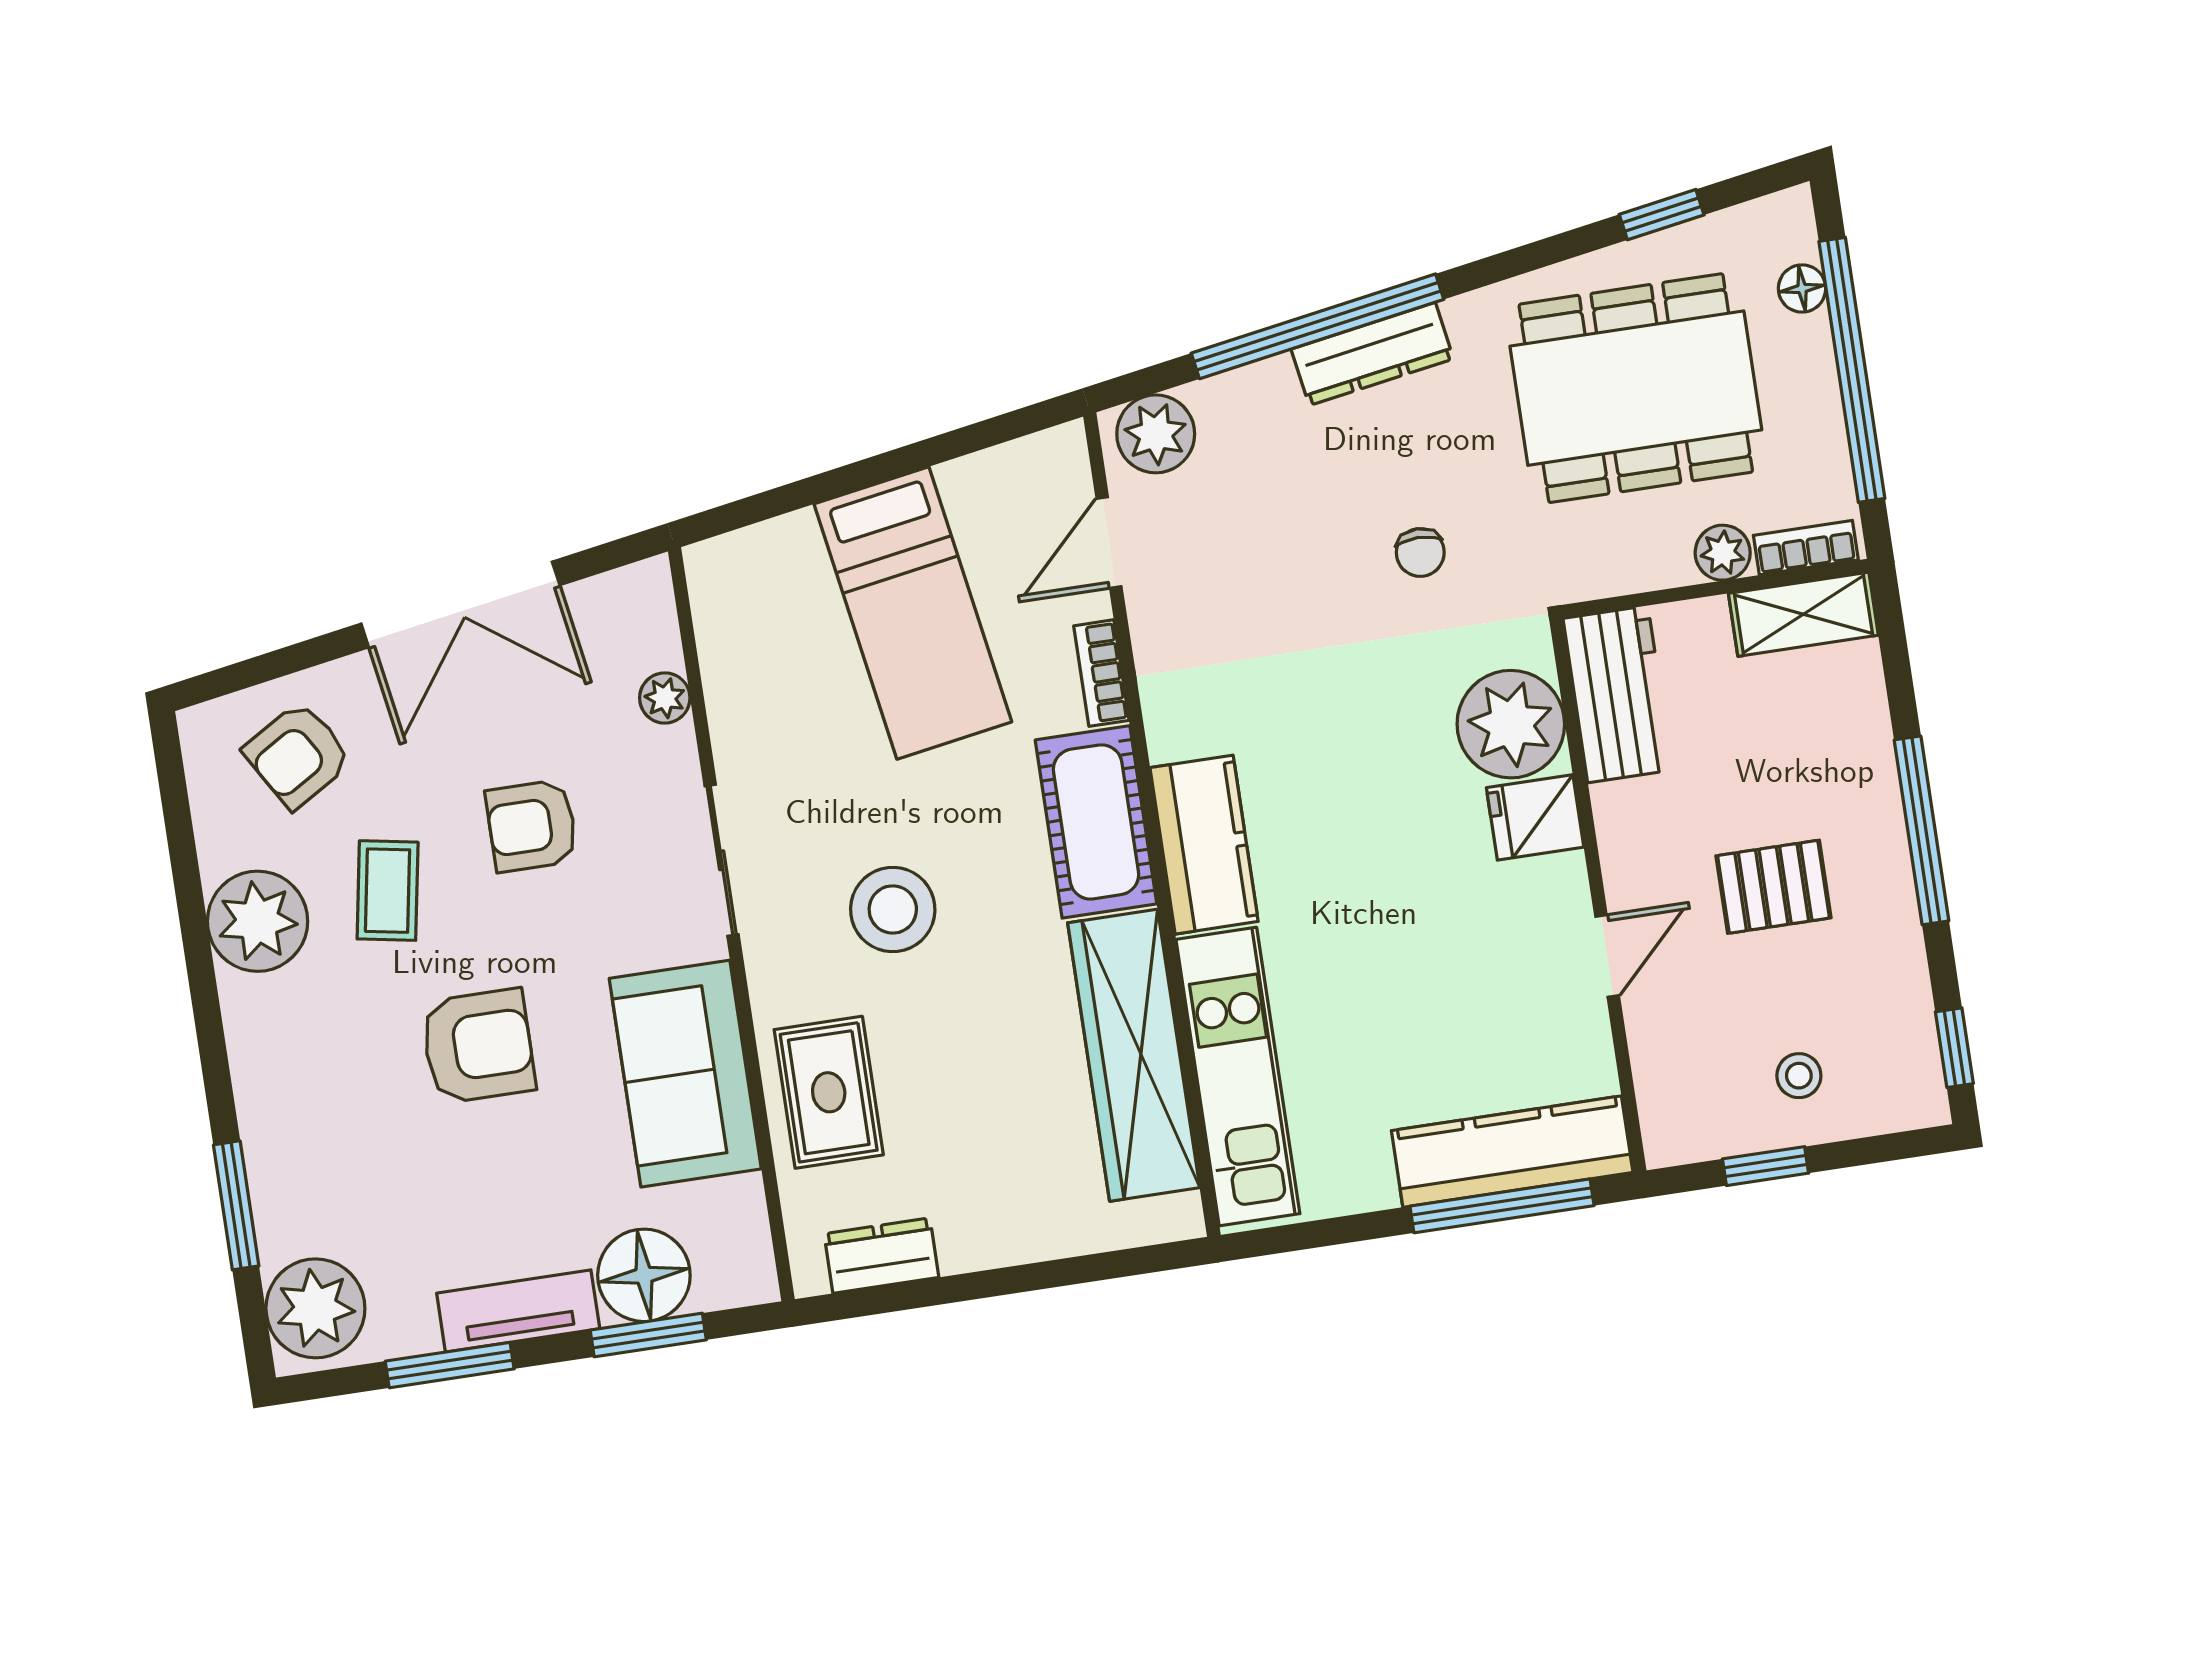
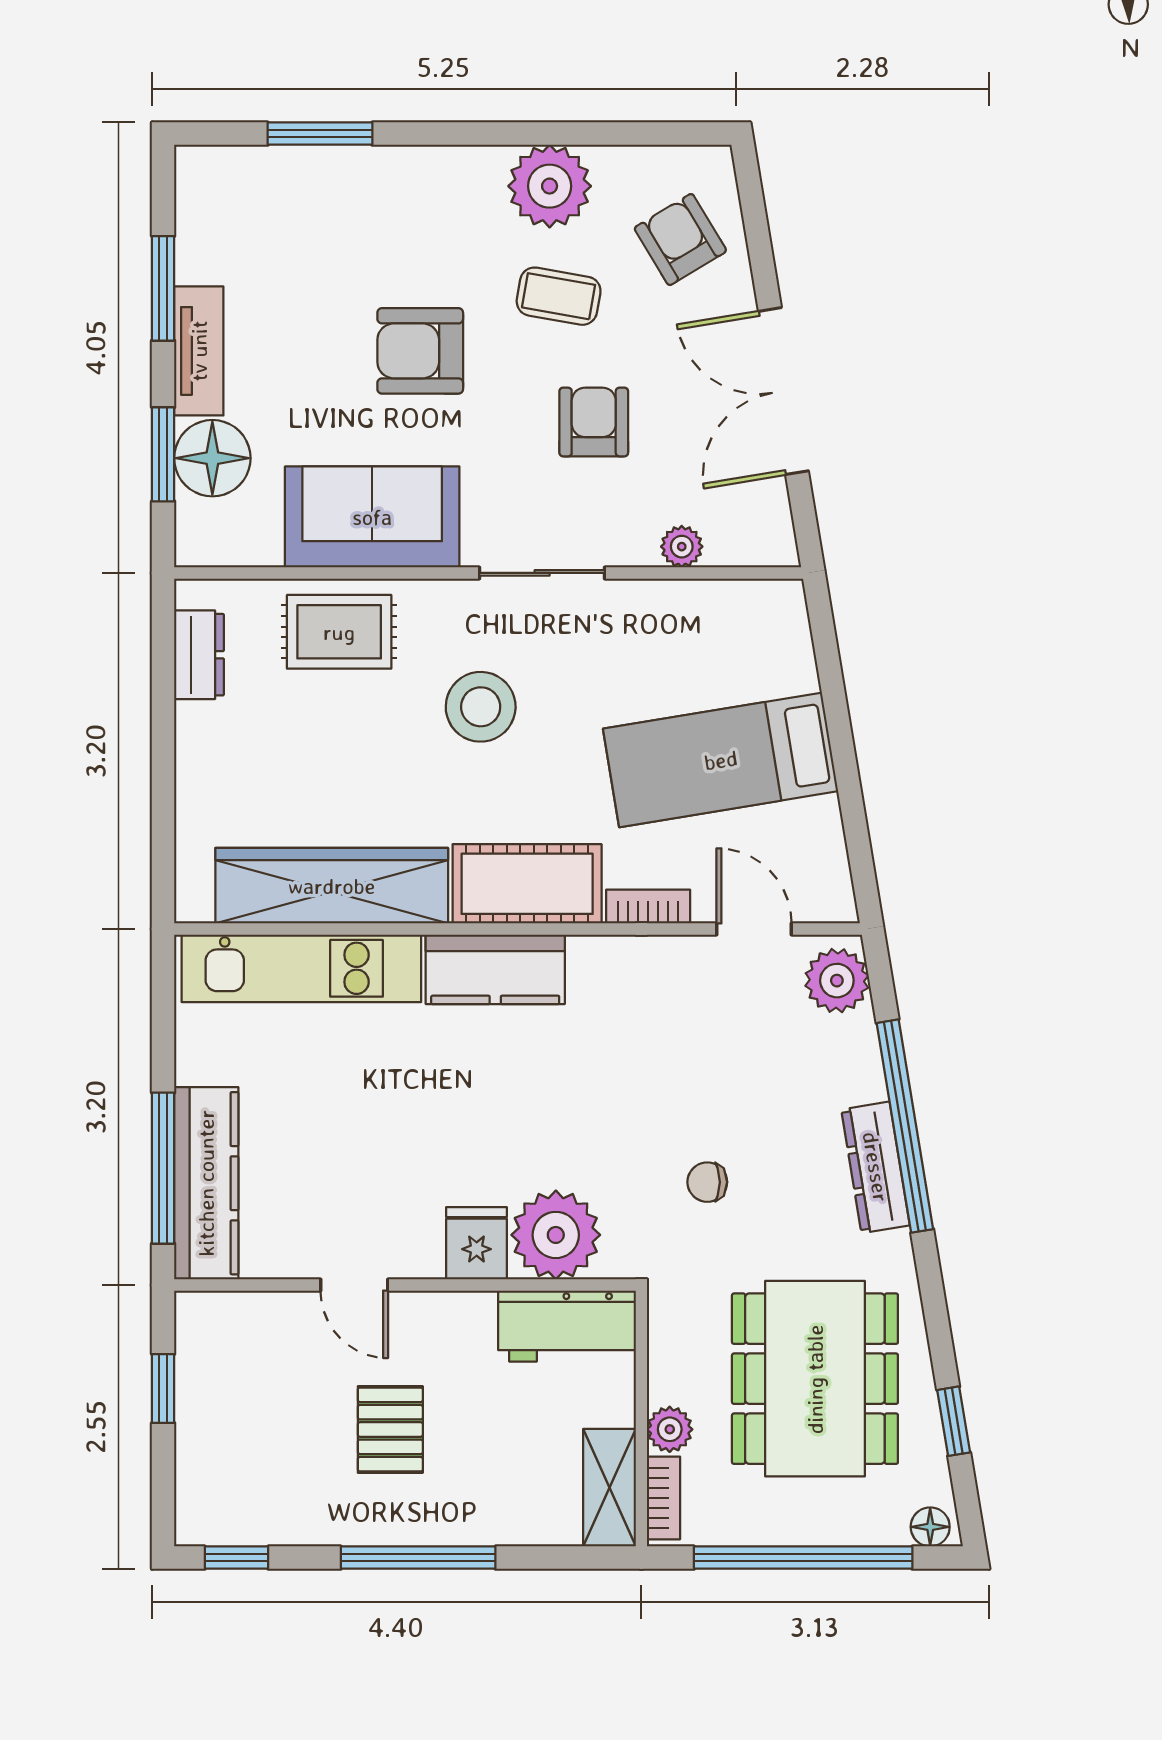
floor lamp: (1802, 288) -> (930, 1527), moved
armchair: (478, 1046) -> (420, 351), turned 90
stool: (1799, 1076) -> (233, 1427), removed
plant: (315, 1308) -> (226, 186), removed

